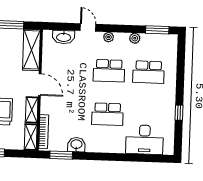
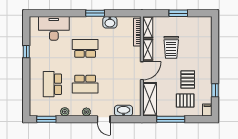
school desk: (109, 71) -> (85, 84), turned 180
school desk: (149, 72) -> (52, 84), turned -90
door: (40, 85) -> (142, 71), swing flipped
window: (61, 155) -> (95, 13), moved

